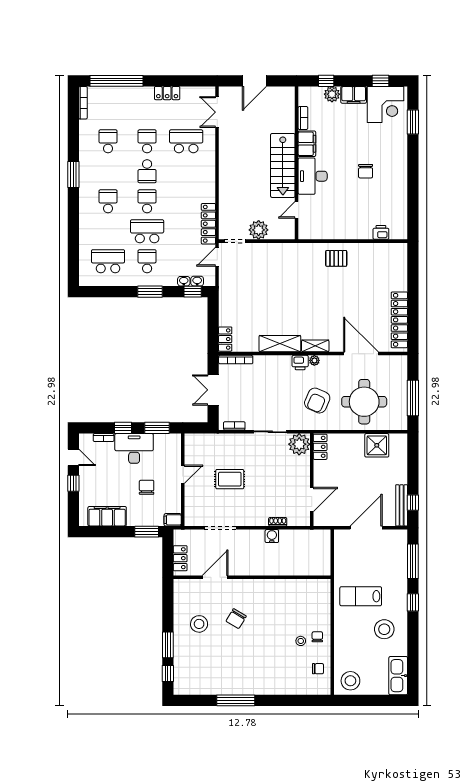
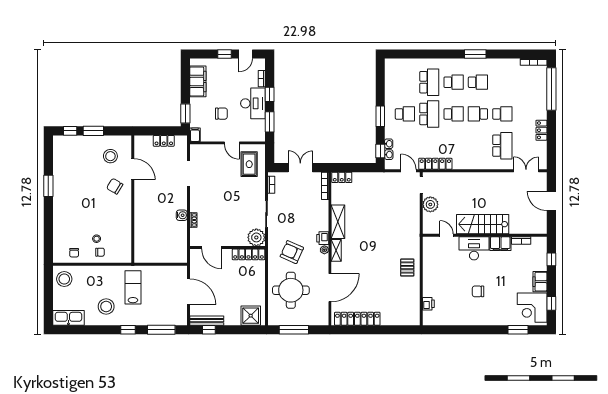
plant: (332, 94) -> (540, 264), removed
school desk: (108, 141) -> (478, 82), moved
school desk: (108, 261) -> (429, 82), moved
shower: (377, 445) -> (251, 316), moved
locker: (320, 447) -> (248, 254), width x1.53
rug: (230, 479) -> (249, 164), moved
door: (215, 577) -> (133, 169), moved
wall: (252, 577) -> (133, 199), moved
window: (236, 700) -> (48, 186), width x0.69

